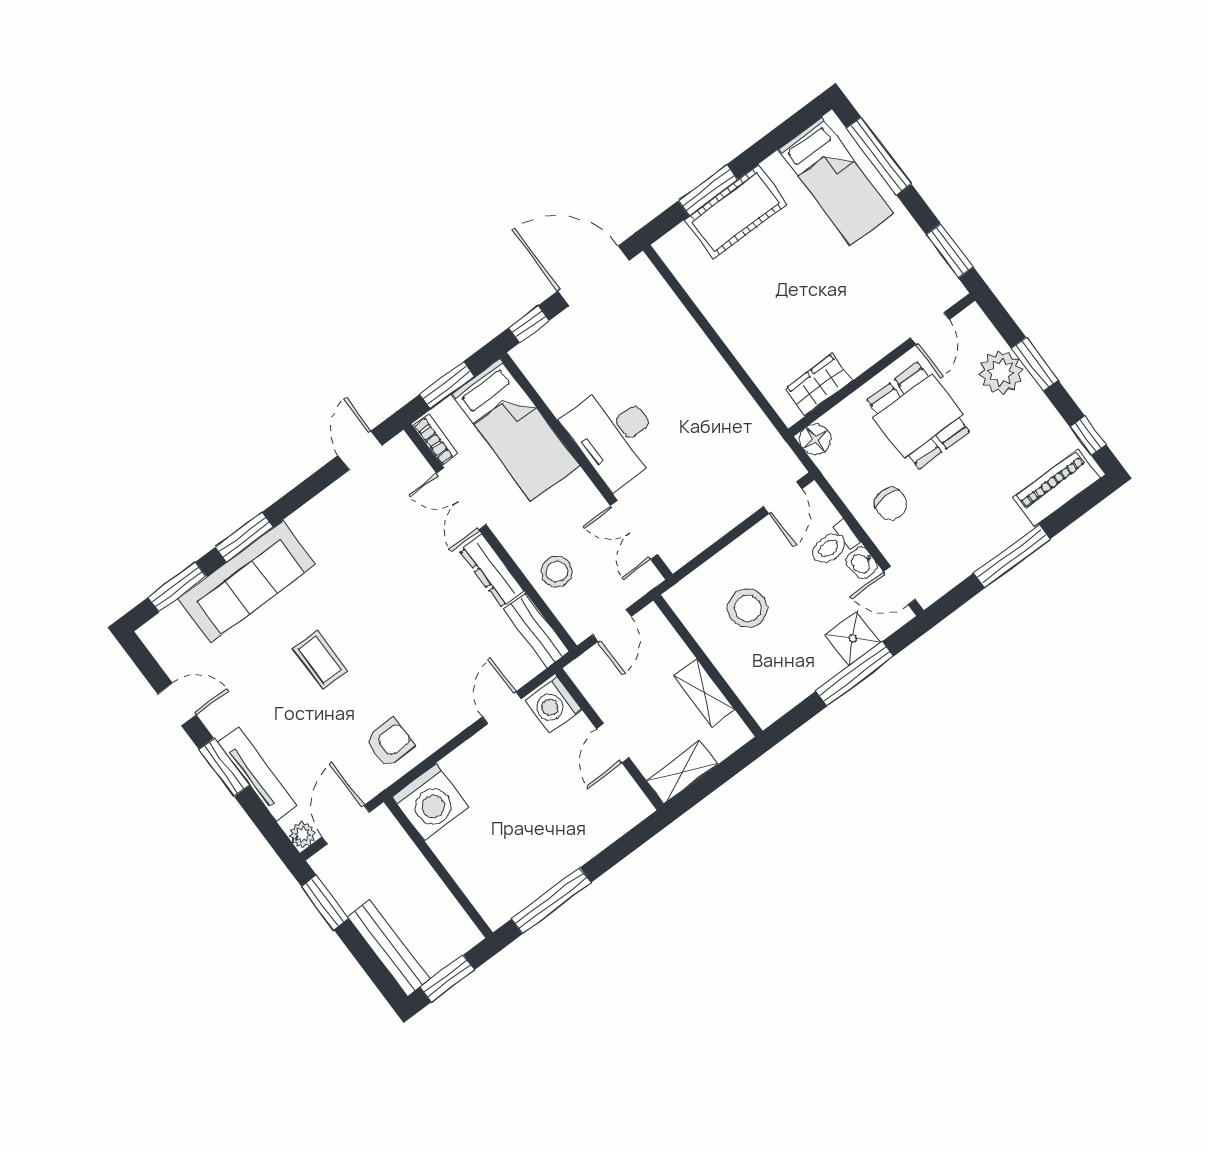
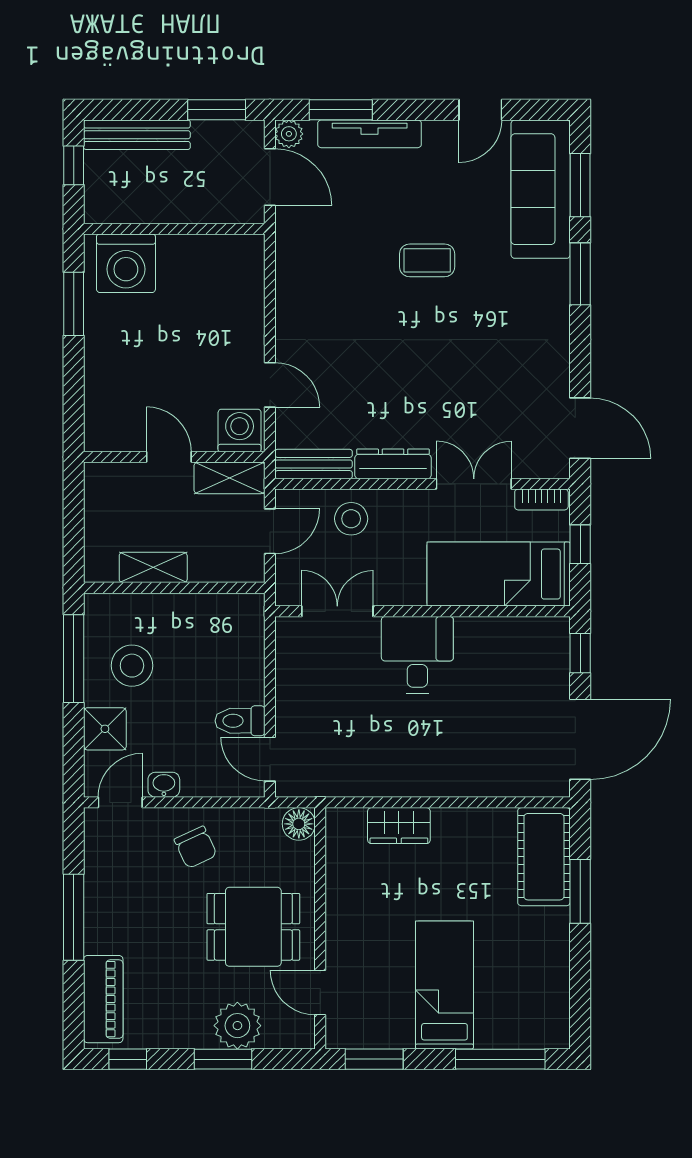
bed: (836, 181) -> (444, 985), moved, turned 90
cot: (736, 212) -> (544, 857), moved
window: (447, 385) -> (580, 544), width x0.67
wardrobe: (819, 385) -> (399, 826), moved, turned 90
desk: (614, 435) -> (417, 655), width x0.73
door: (360, 450) -> (580, 428), width x1.38
chair: (891, 504) -> (196, 847), turned -115
toilet: (834, 544) -> (240, 721), moved, turned -90
sofa: (247, 582) -> (541, 189), moved
stool: (748, 608) -> (132, 666), moved
door: (612, 626) -> (270, 531), swing flipped
window: (855, 674) -> (74, 659), moved
armchair: (390, 743) -> (312, 267), removed
window: (224, 767) -> (341, 110), moved
shelving: (682, 773) -> (230, 478), moved, turned 90
washing machine: (430, 802) -> (126, 263), moved, turned -90
window: (551, 901) -> (74, 304), width x0.69
window: (447, 978) -> (74, 165), width x0.67

